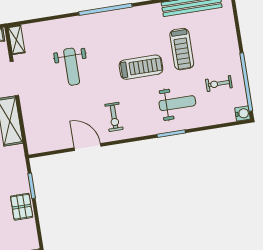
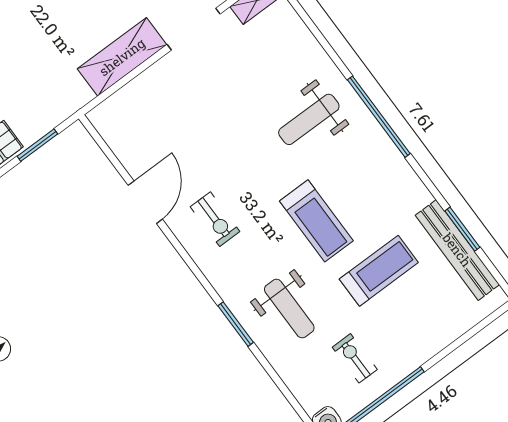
treadmill: (182, 49) -> (379, 271), turned 180
weight bench: (72, 67) -> (309, 119), moved
exercise bike: (114, 117) -> (215, 219), turned -90

